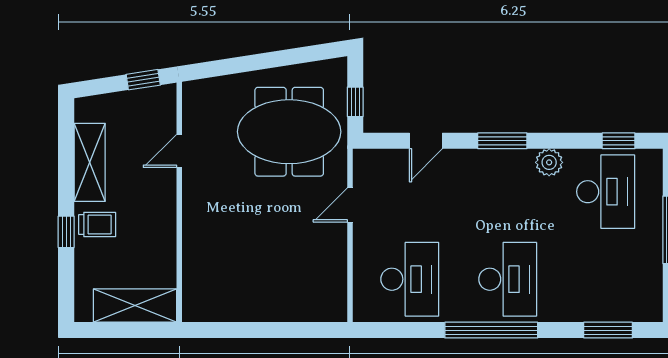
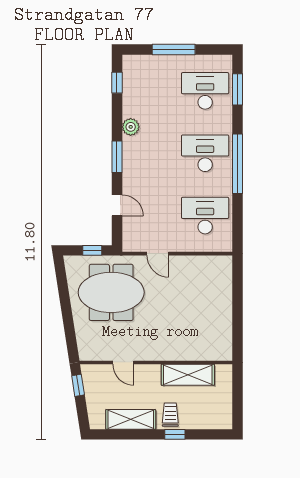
meeting table: (289, 132) -> (111, 292), turned 90
desk: (606, 192) -> (205, 91), moved
shelving: (135, 306) -> (188, 375), moved, turned 90

